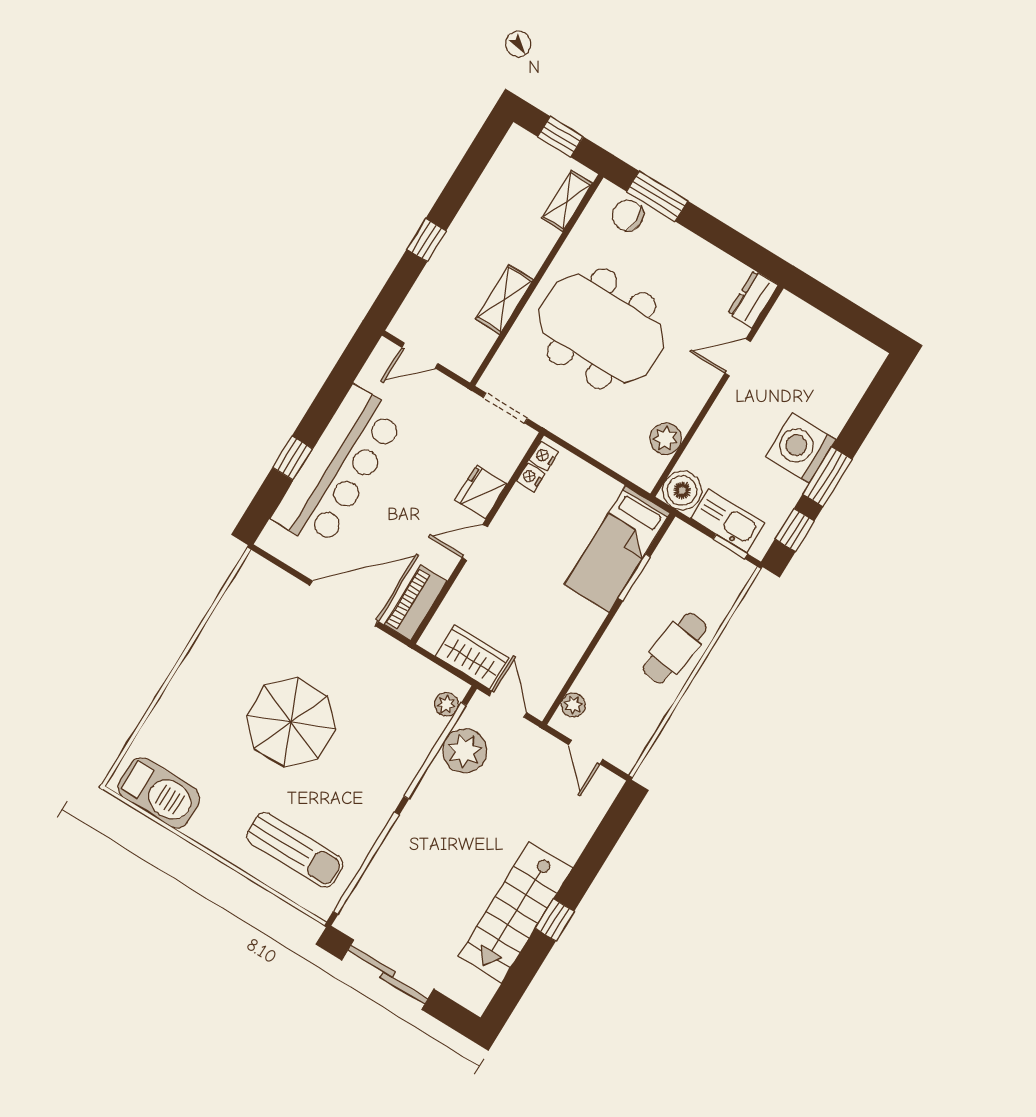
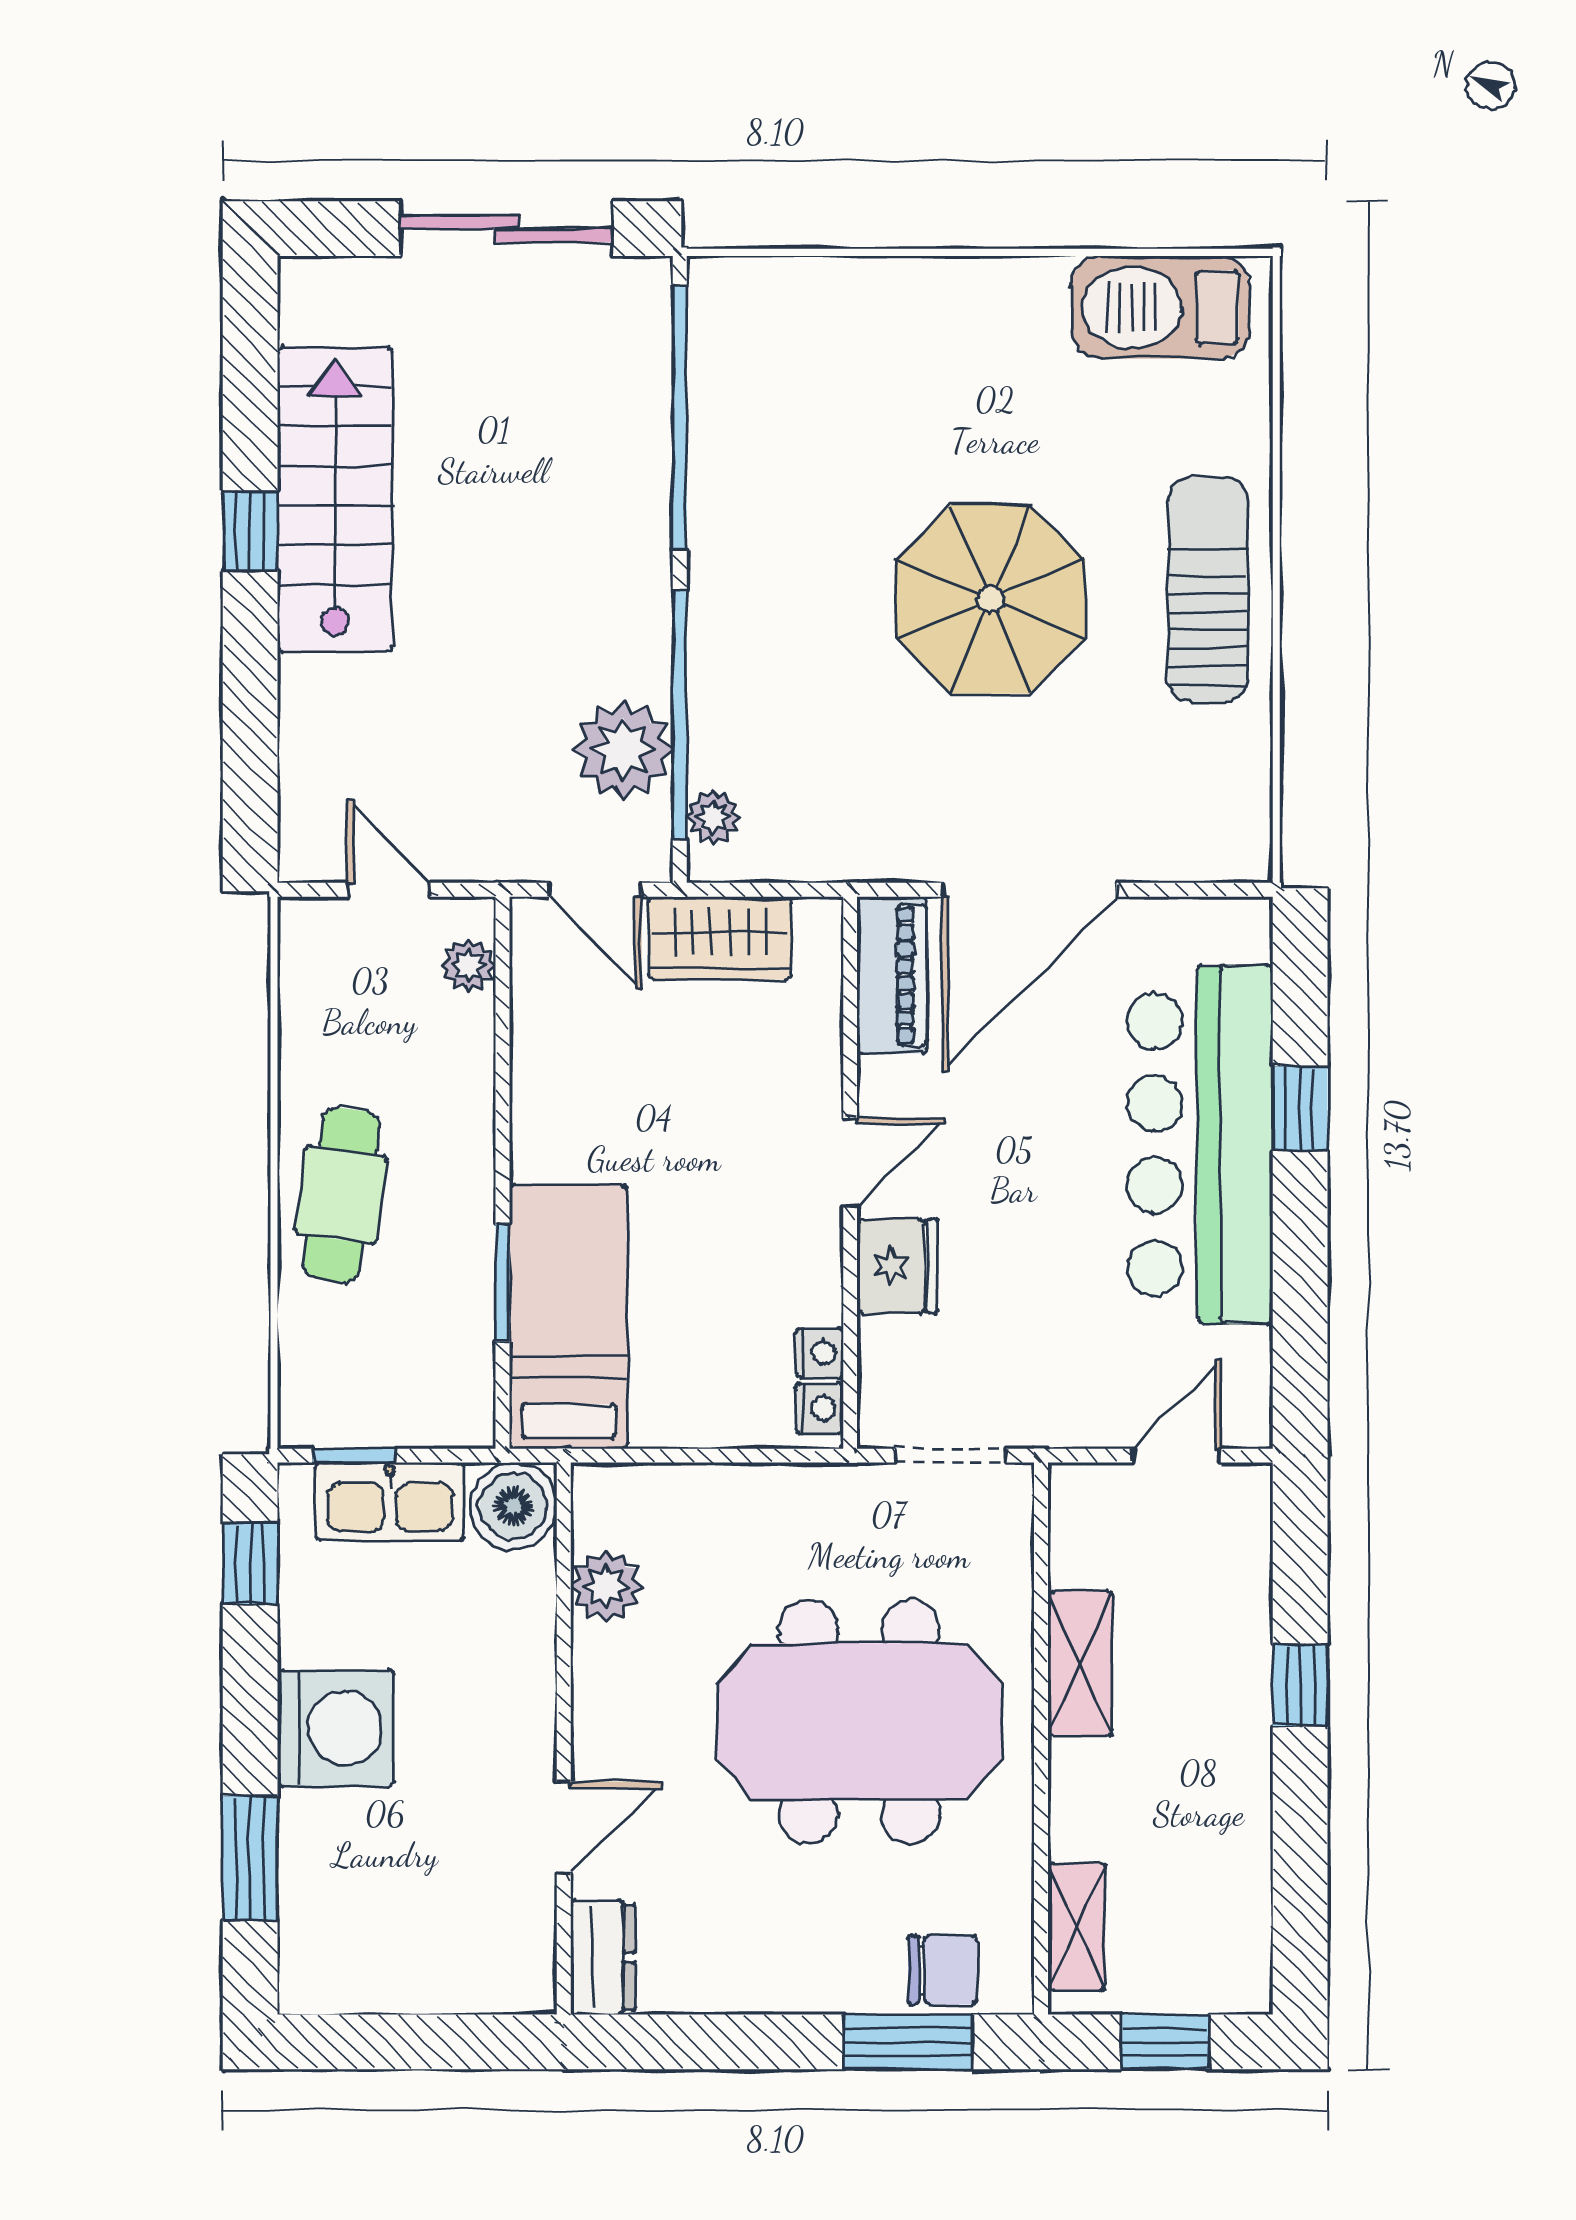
window: (827, 477) -> (250, 1859), moved
sun lounger: (295, 850) -> (1208, 590), moved, turned 90

